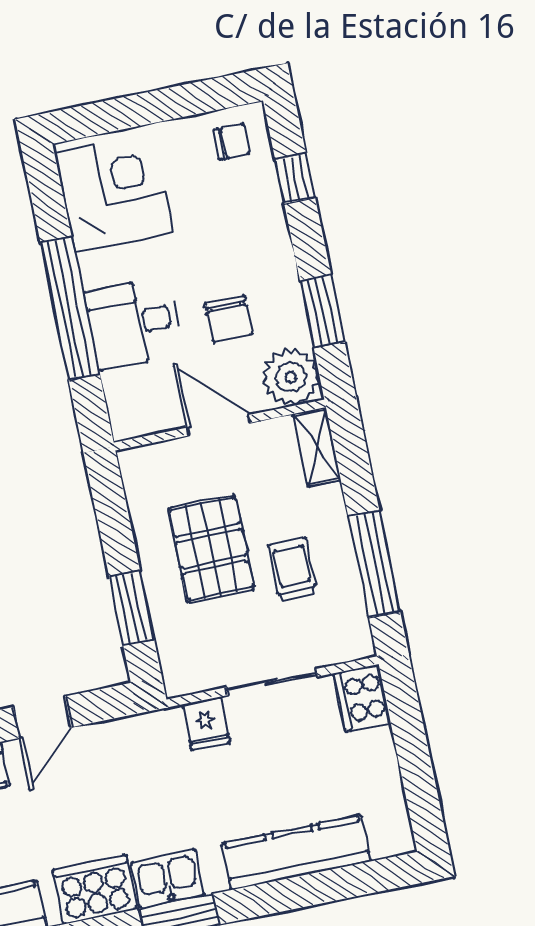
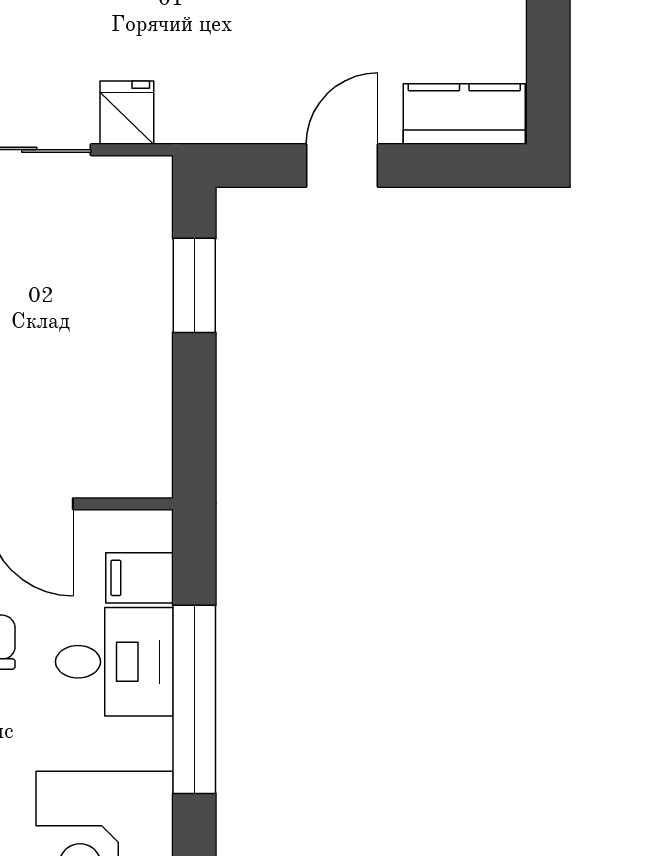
filing cabinet: (128, 388) -> (139, 578), added
pallet: (211, 549) -> (73, 342), removed

